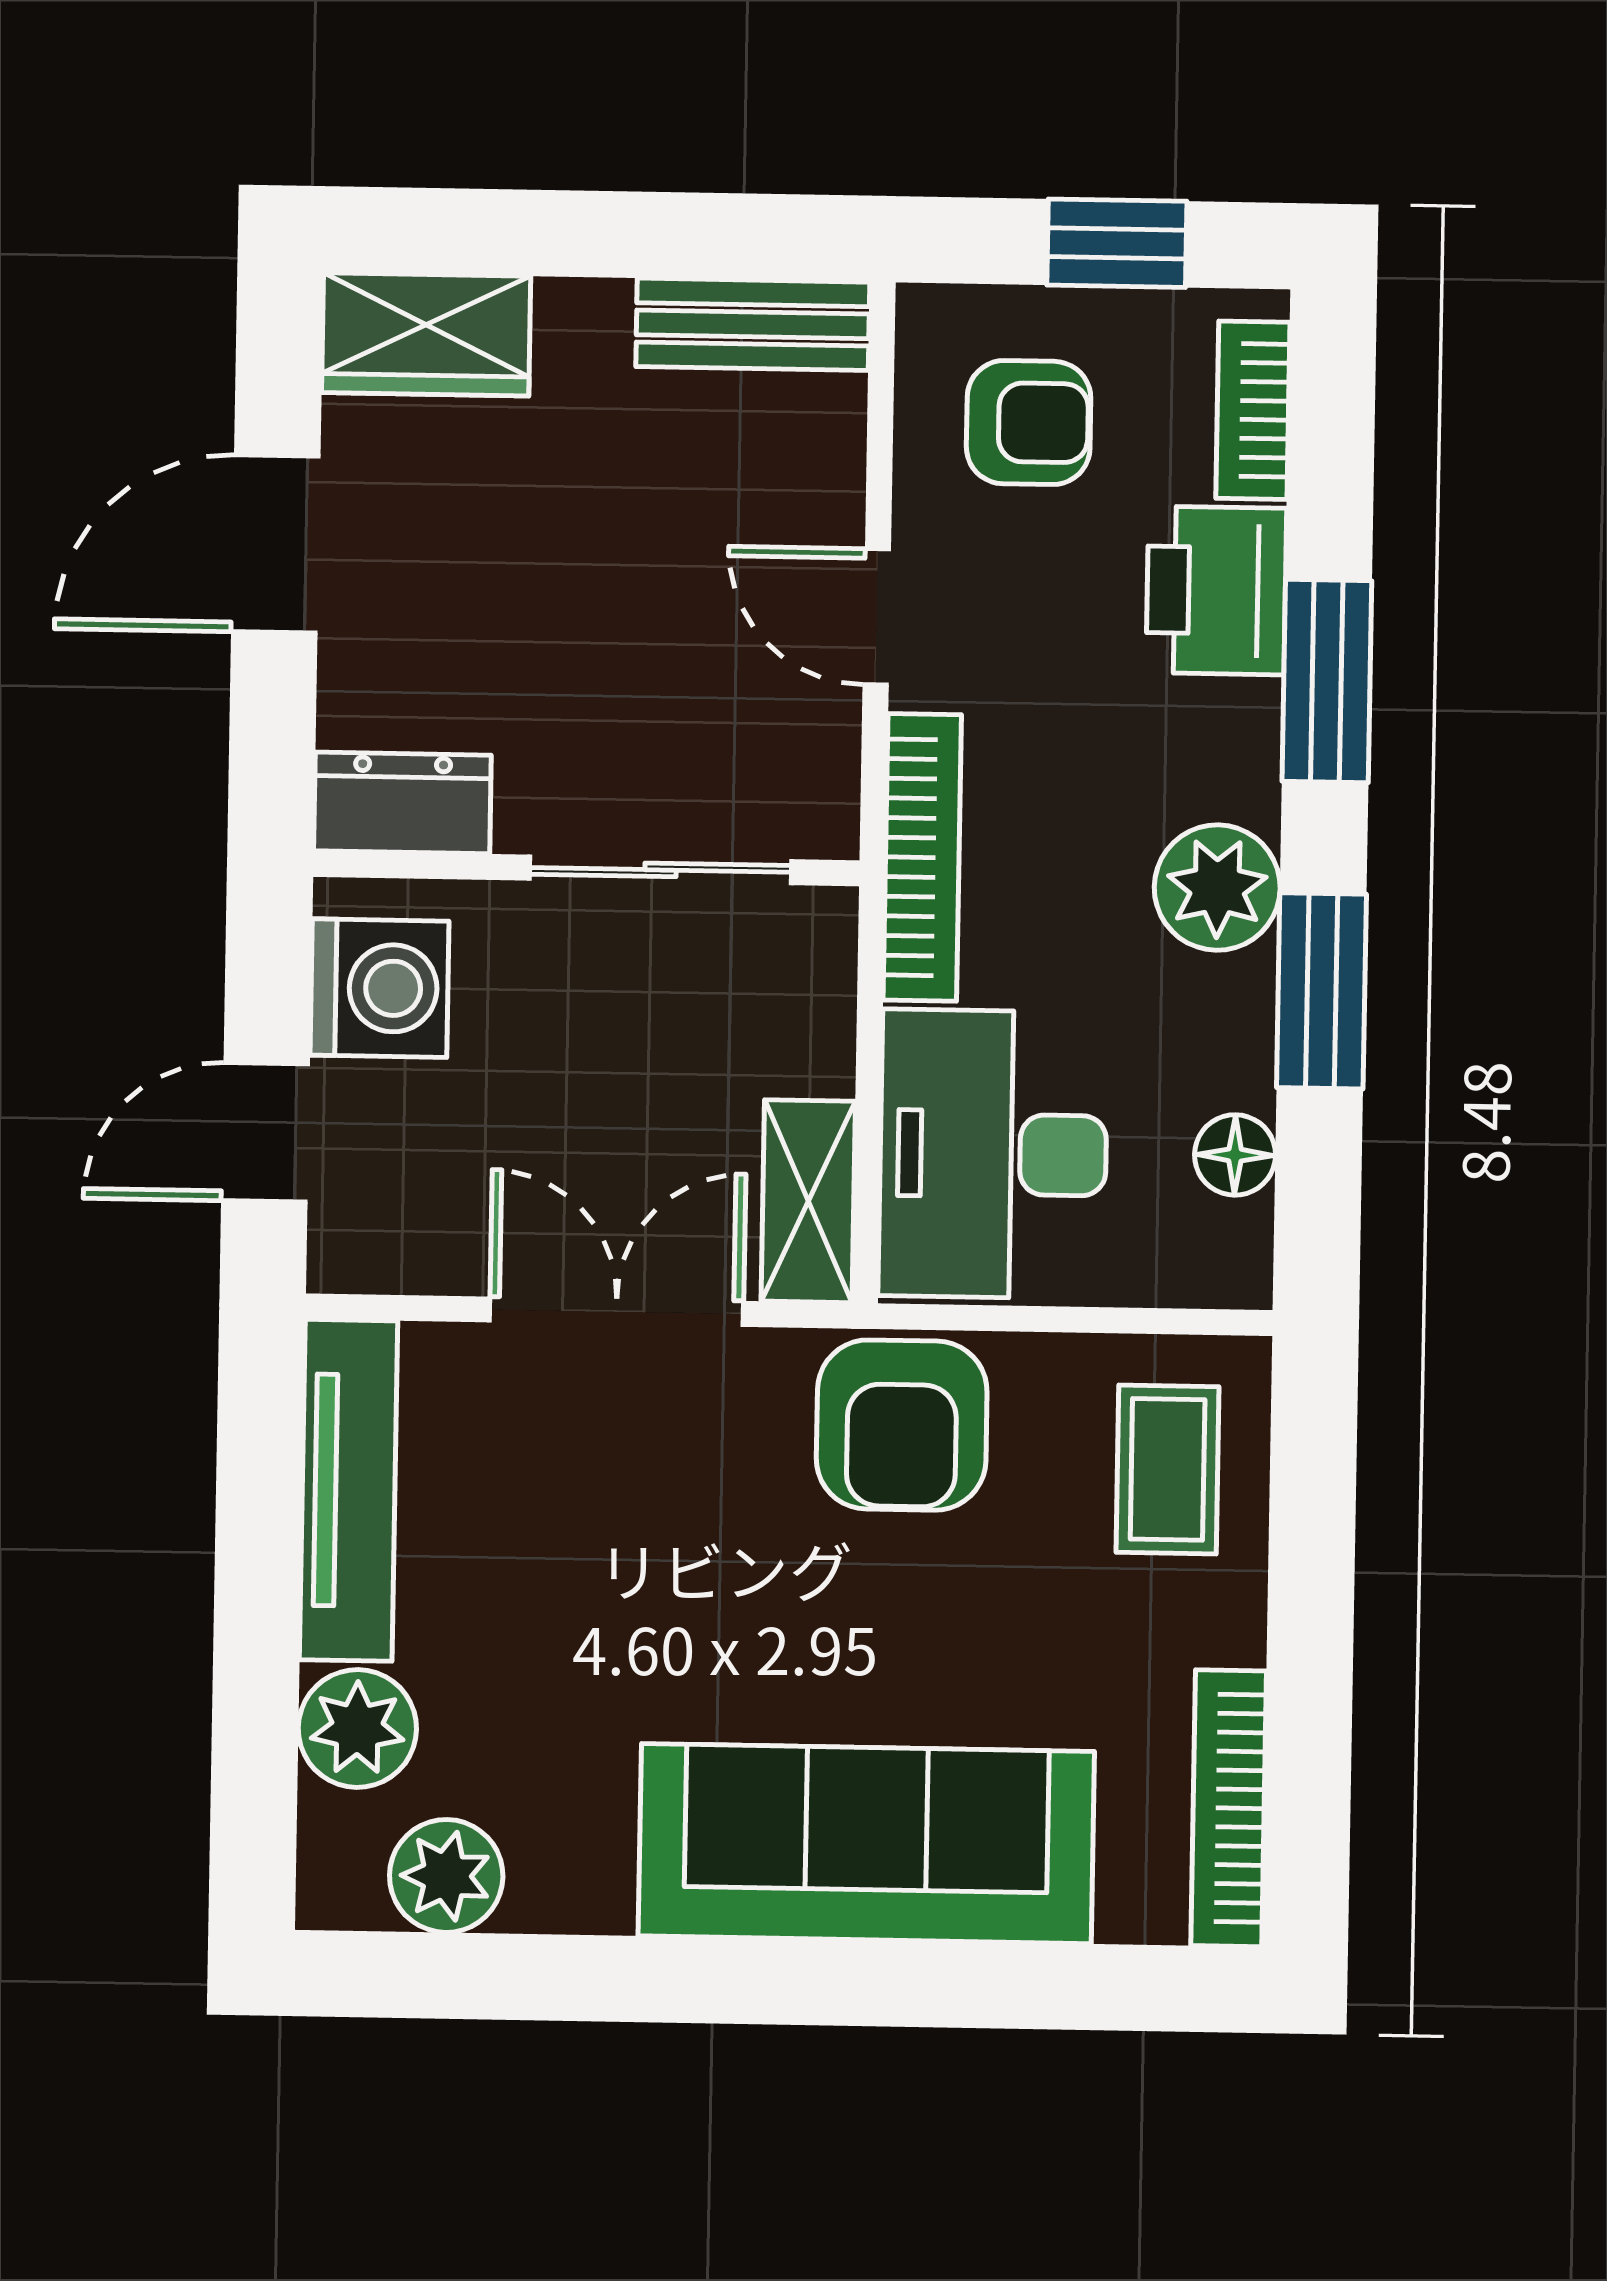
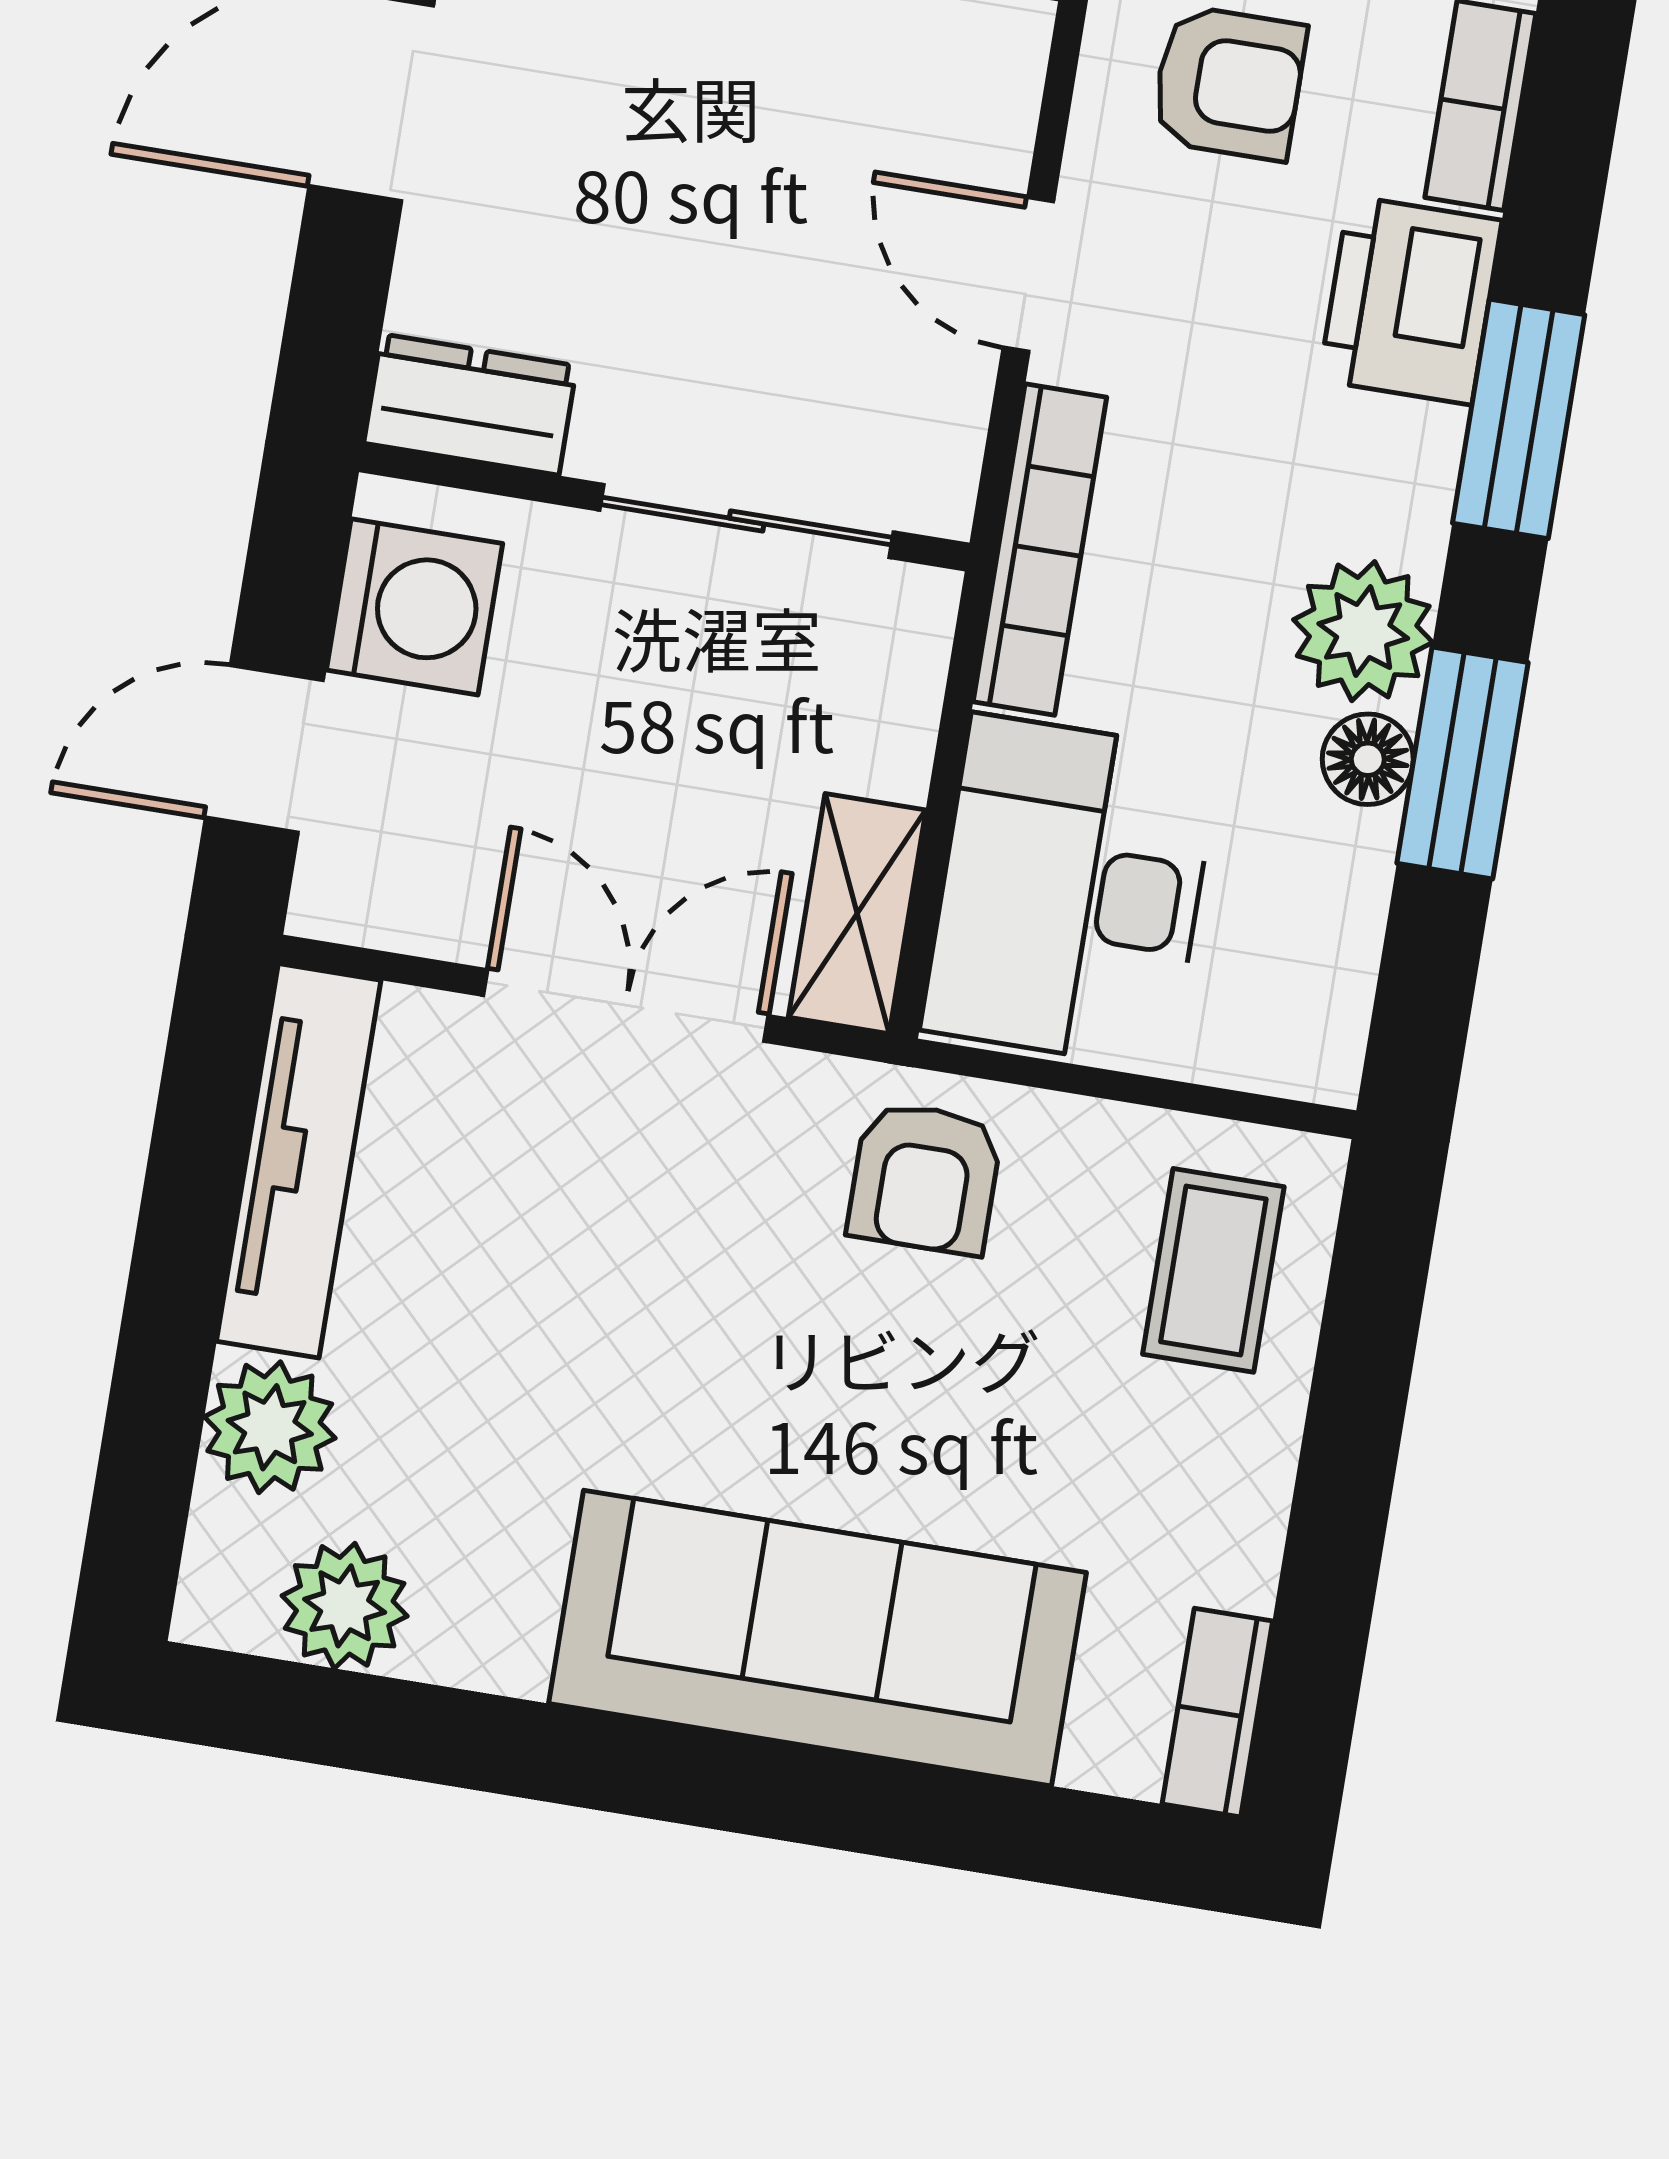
floor lamp: (1235, 1155) -> (1368, 759), moved
armchair: (902, 1425) -> (925, 1178), width x0.72, depth x0.72
bookcase: (1229, 1808) -> (1217, 1713), width x0.64

